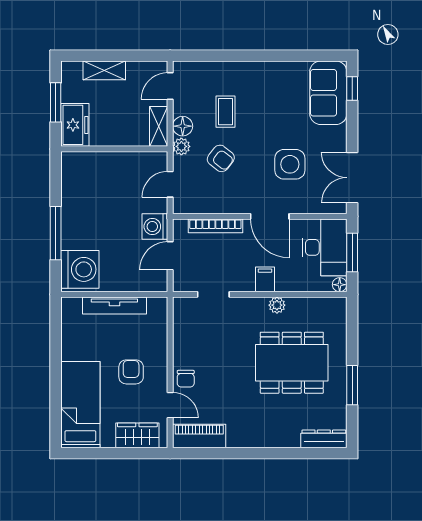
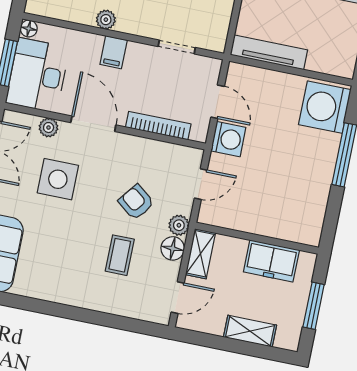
freezer: (75, 125) -> (271, 261), moved, turned -90
plant: (306, 206) -> (49, 128), added
door: (170, 256) -> (218, 102), hinge flipped
tv unit: (114, 306) -> (269, 52), moved

